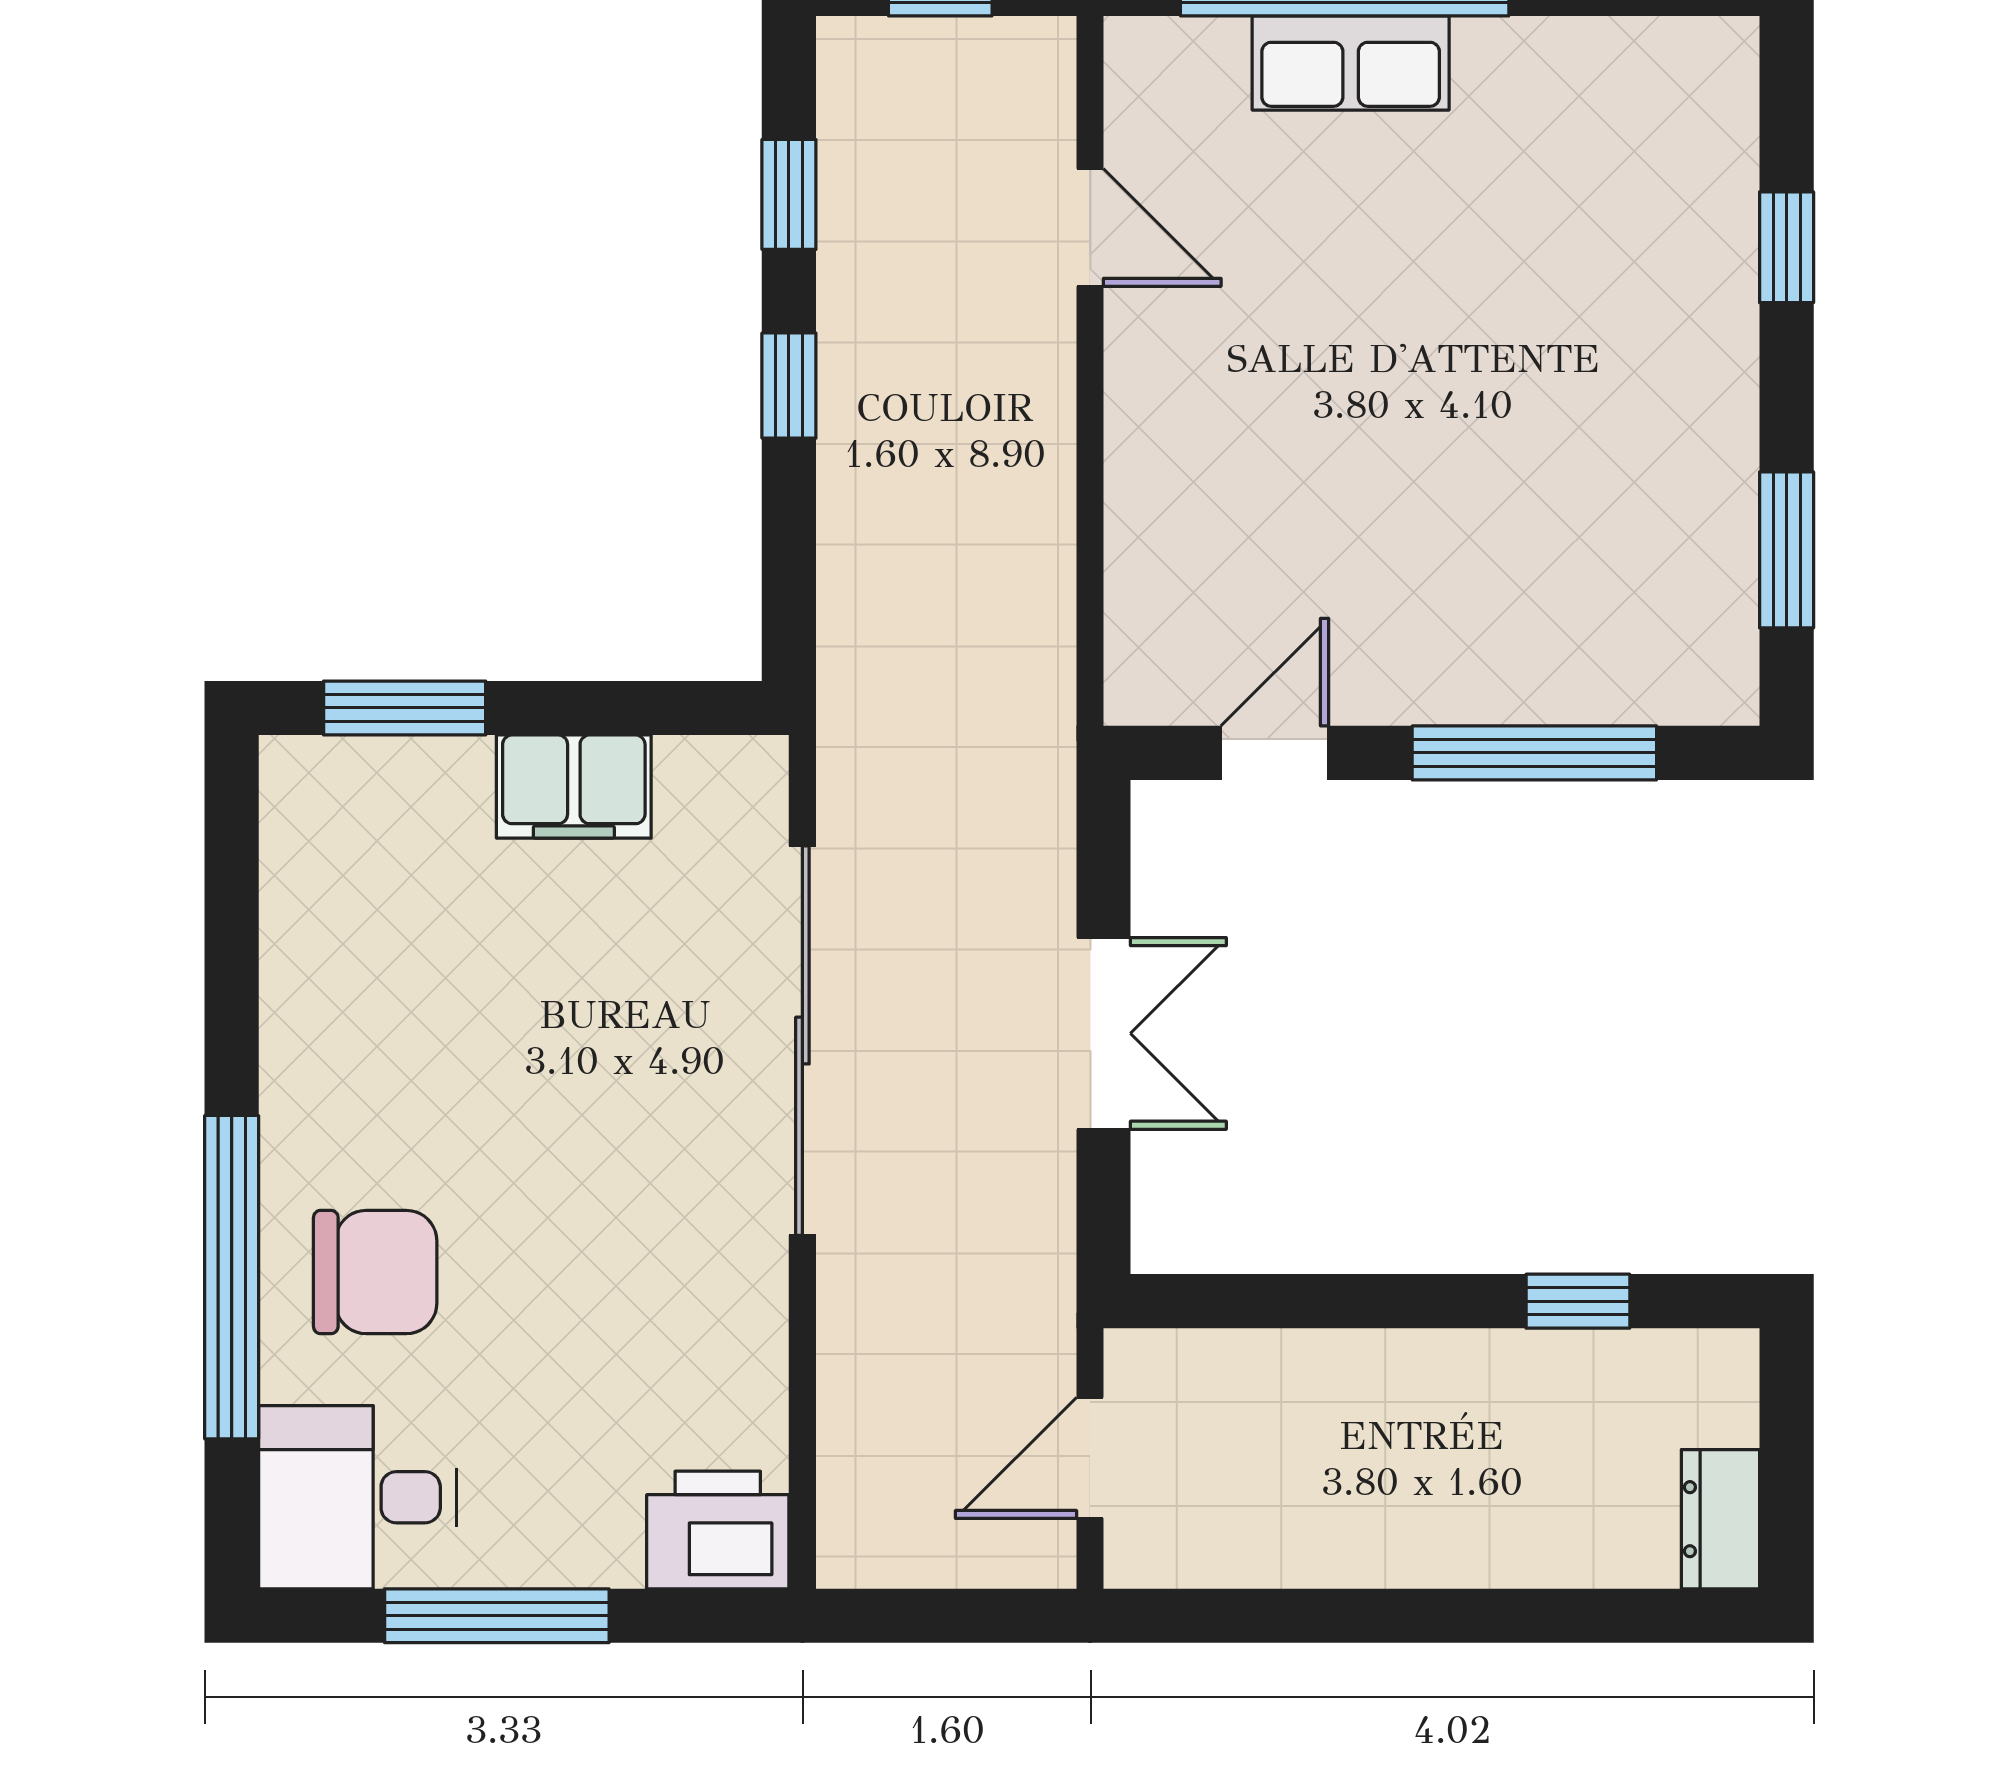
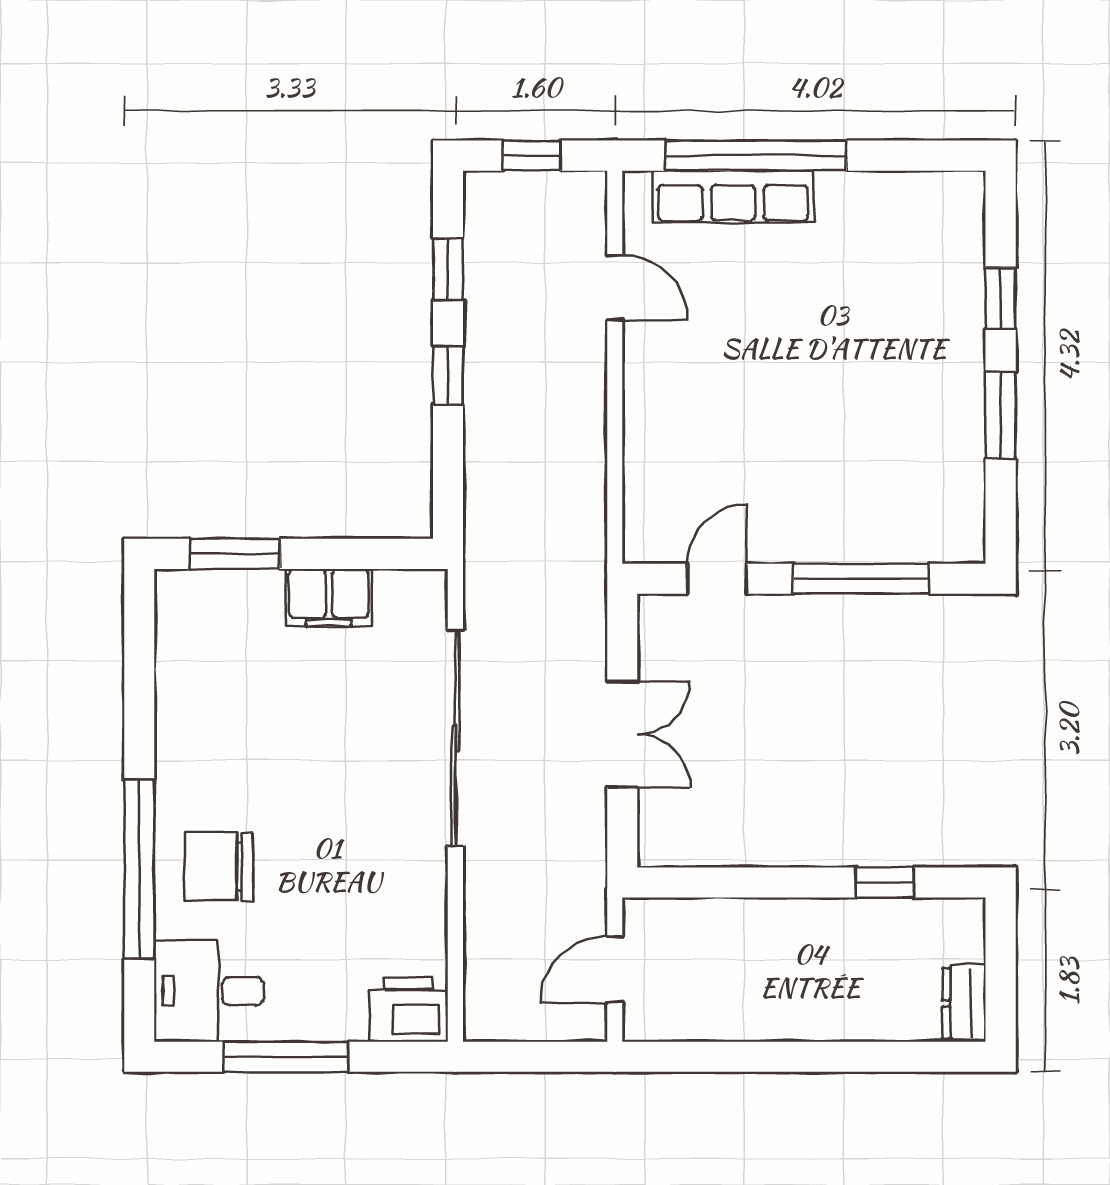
row of seats: (1351, 63) -> (733, 197), width x1.48
window: (1787, 550) -> (1001, 415), moved
chair: (375, 1272) -> (219, 866), turned 180

